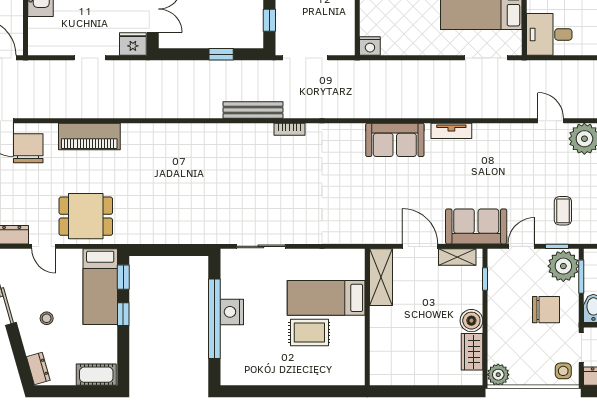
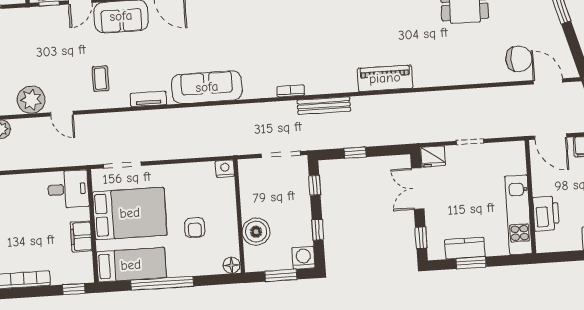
piano: (89, 136) -> (385, 78), moved
sofa: (395, 140) -> (207, 87), width x1.36
chair: (28, 148) -> (519, 59), turned -90
coffee table: (563, 211) -> (100, 79), moved

